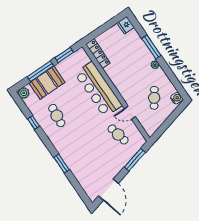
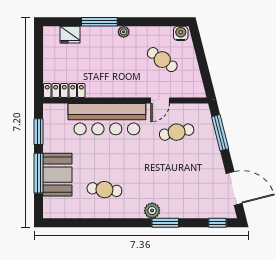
fridge: (126, 25) -> (70, 35), moved
plant: (24, 93) -> (152, 211), moved
window: (34, 122) -> (217, 223), moved

